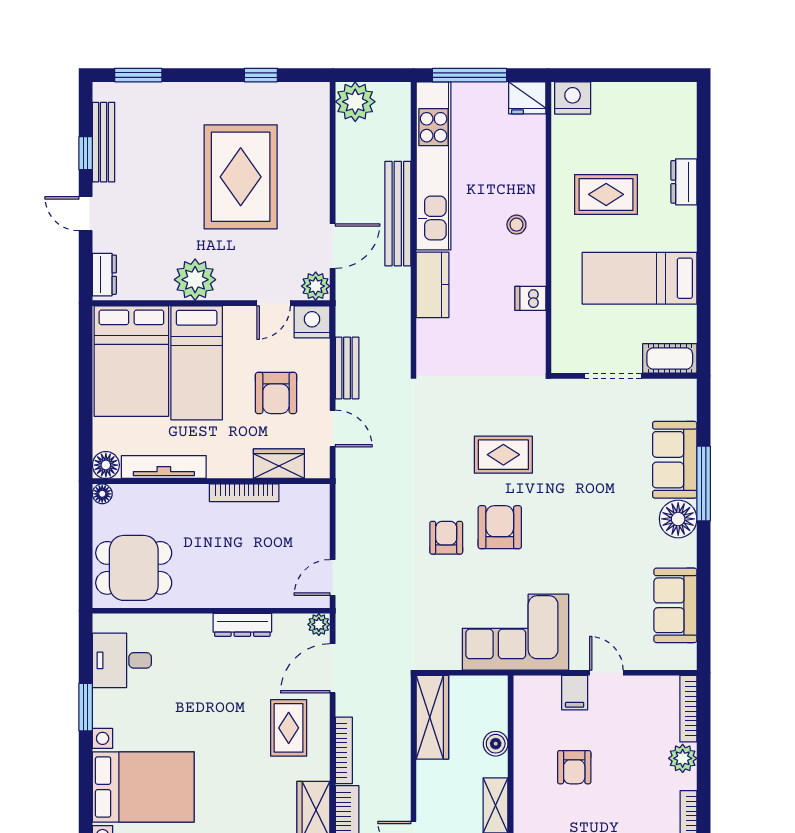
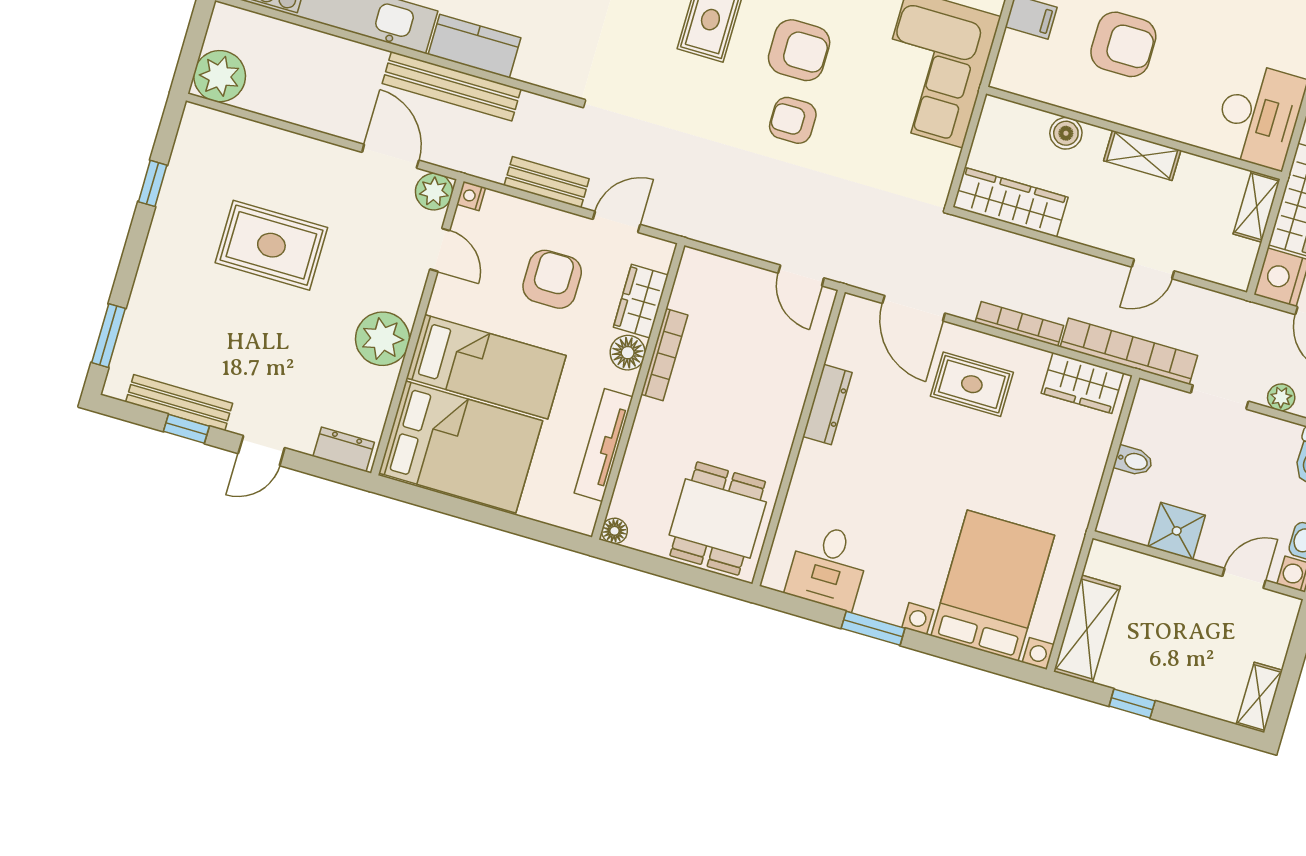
rug: (241, 177) -> (271, 245), width x0.73, depth x0.69
bench: (398, 214) -> (452, 86), moved
nightstand: (312, 322) -> (471, 196), width x0.53, depth x0.56
armchair: (276, 393) -> (552, 279), turned -90
floor lamp: (106, 465) -> (628, 353), moved
armchair: (500, 527) -> (799, 50), turned 180
plant: (319, 624) -> (854, 310), removed
armchair: (574, 767) -> (1123, 44), width x1.38, depth x1.38

